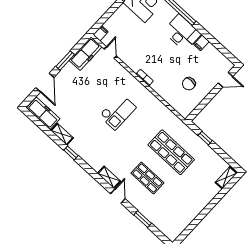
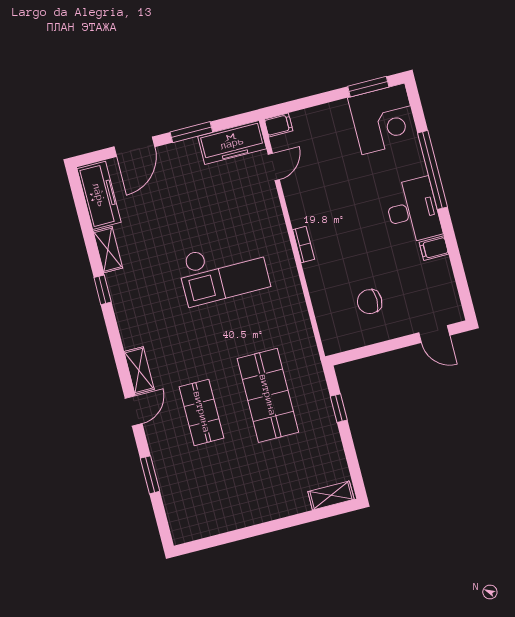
checkout: (118, 112) -> (223, 272), width x1.36, depth x1.21

